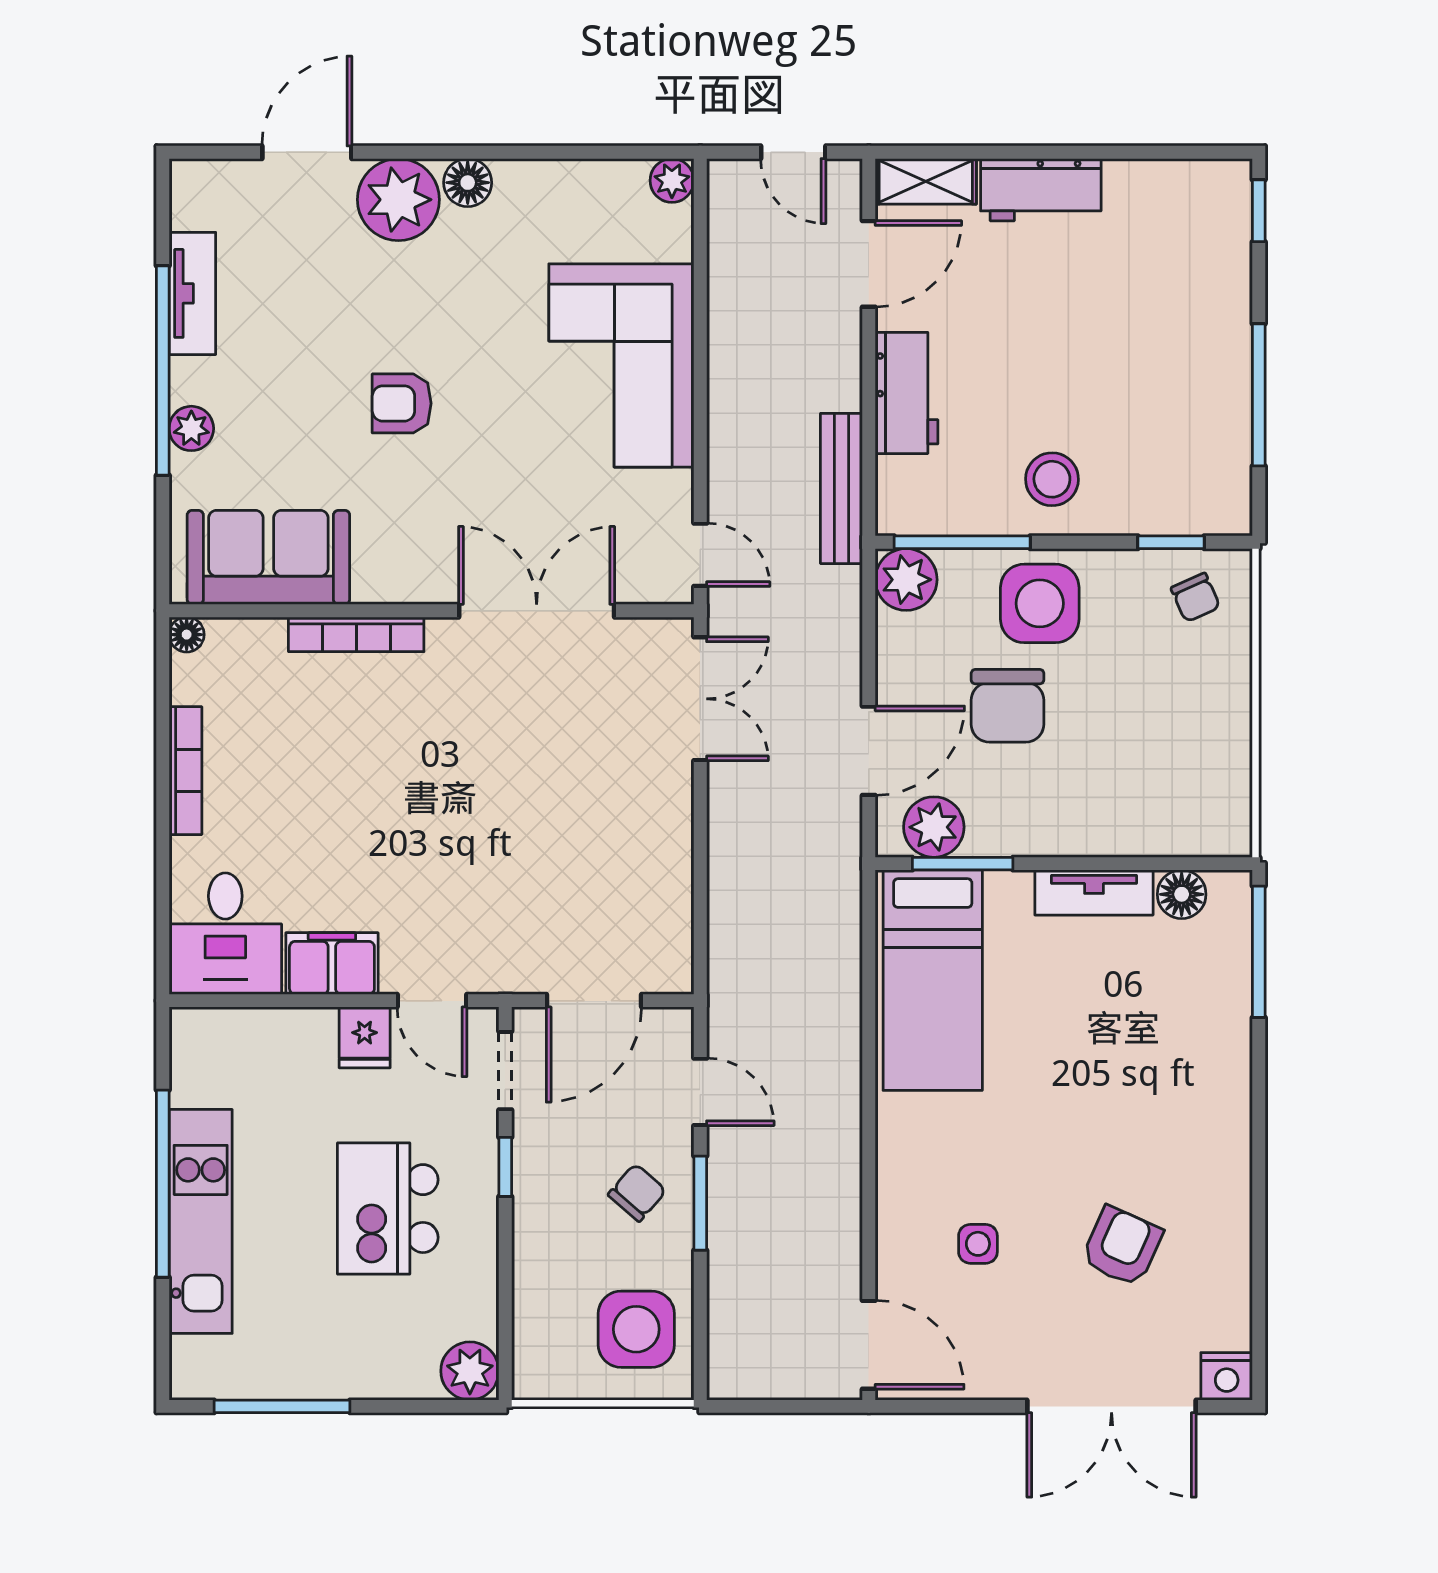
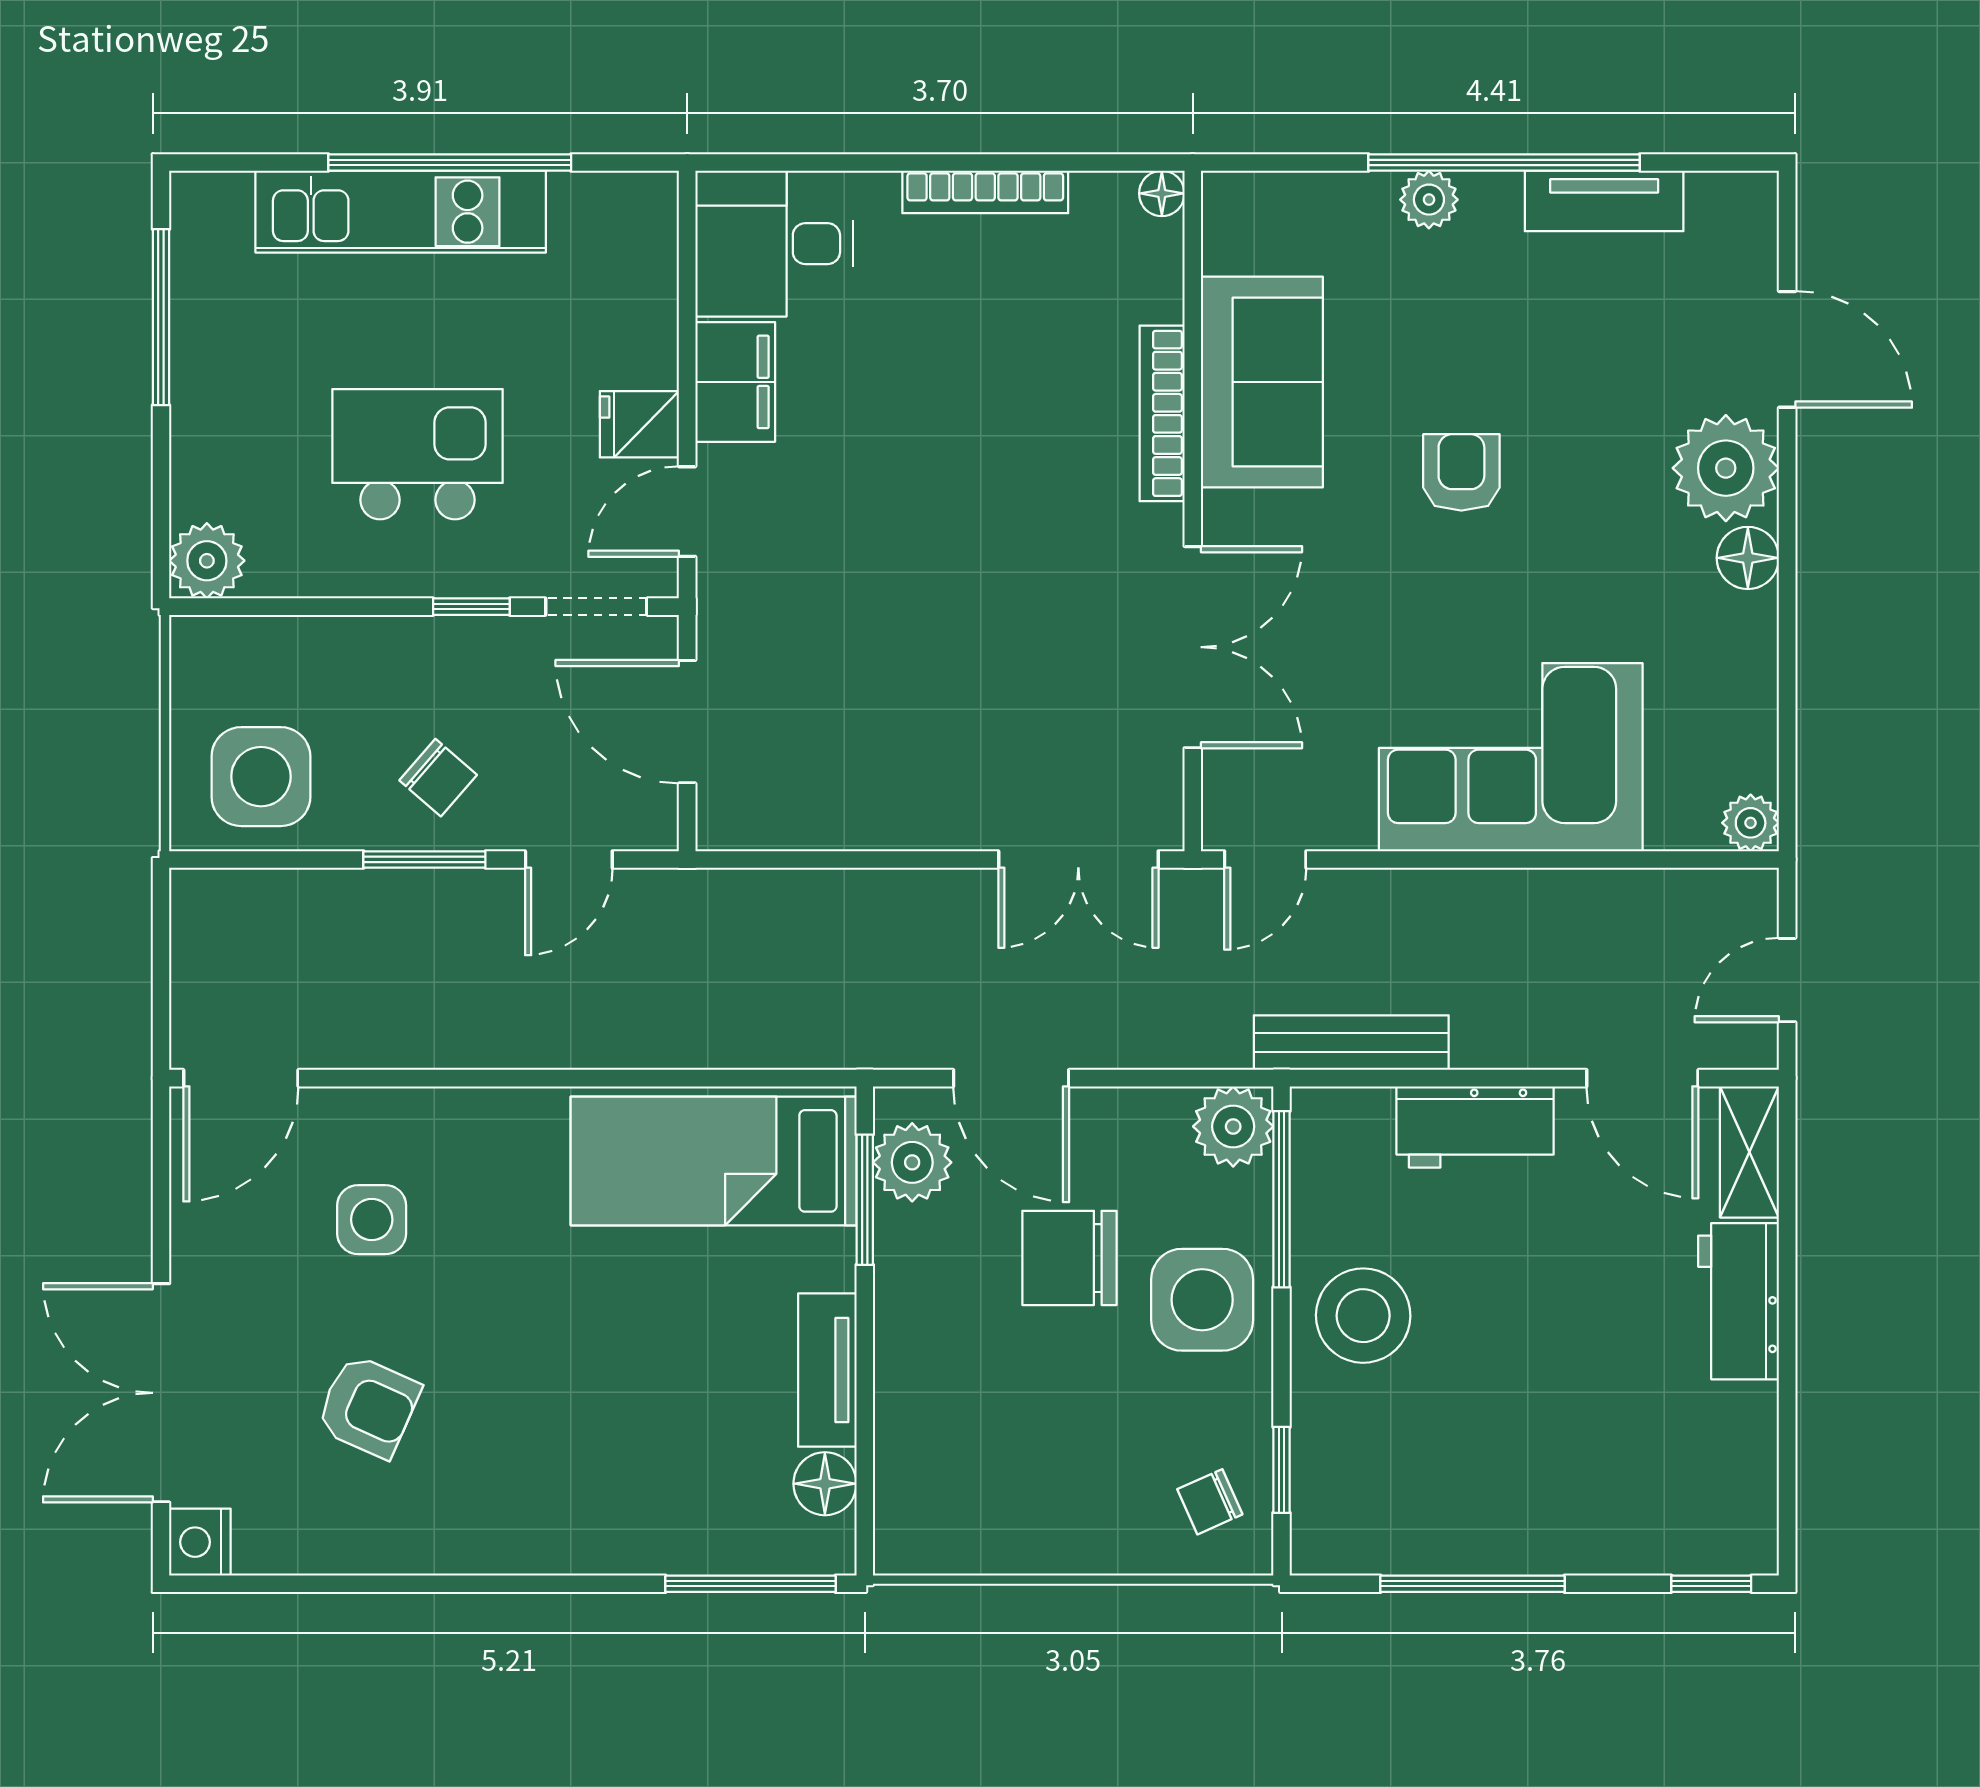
stool: (1052, 479) -> (1363, 1316), width x1.38, depth x1.38
sofa: (268, 557) -> (1262, 382), moved
side table: (978, 1244) -> (372, 1220), width x1.37, depth x1.37

